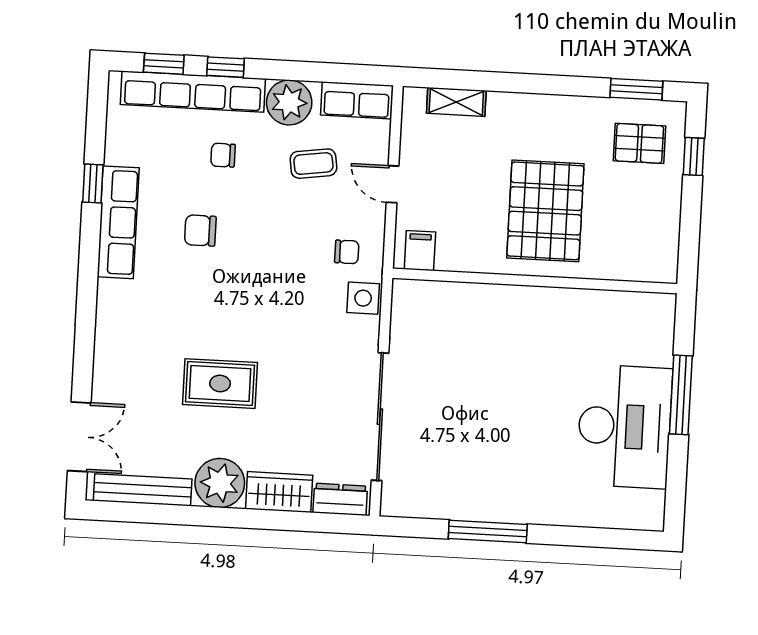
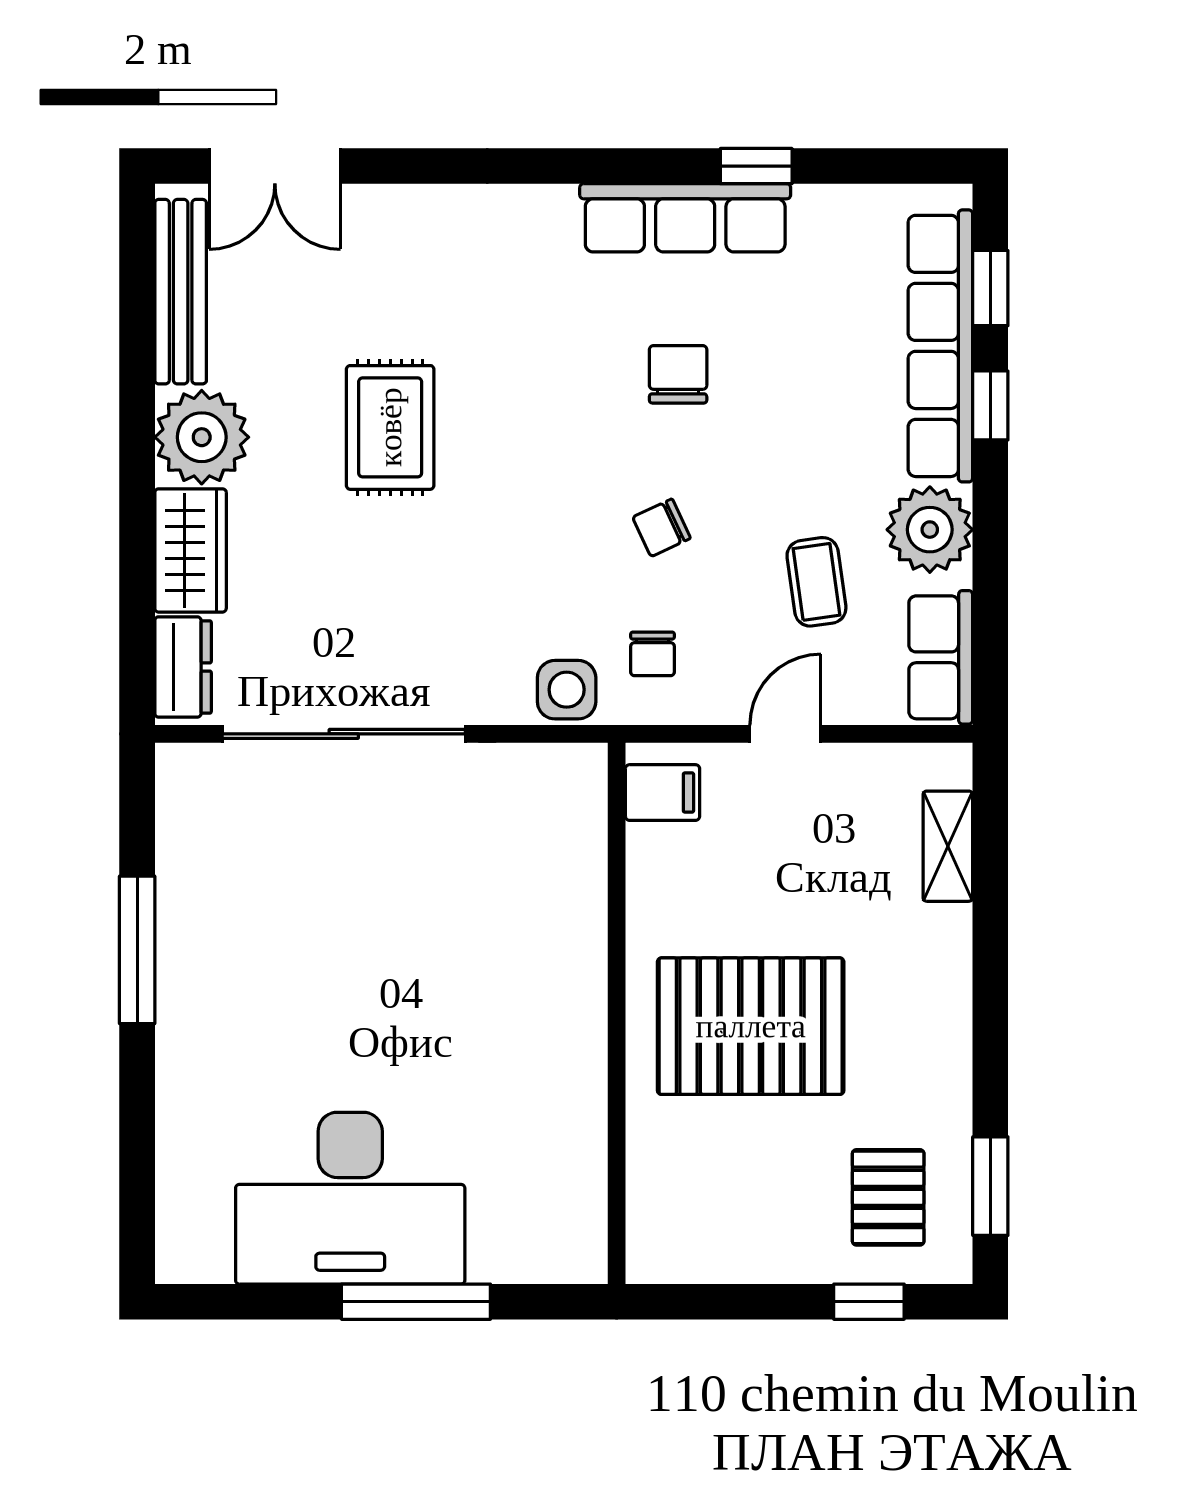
chair: (223, 155) -> (662, 528), moved, turned -115

